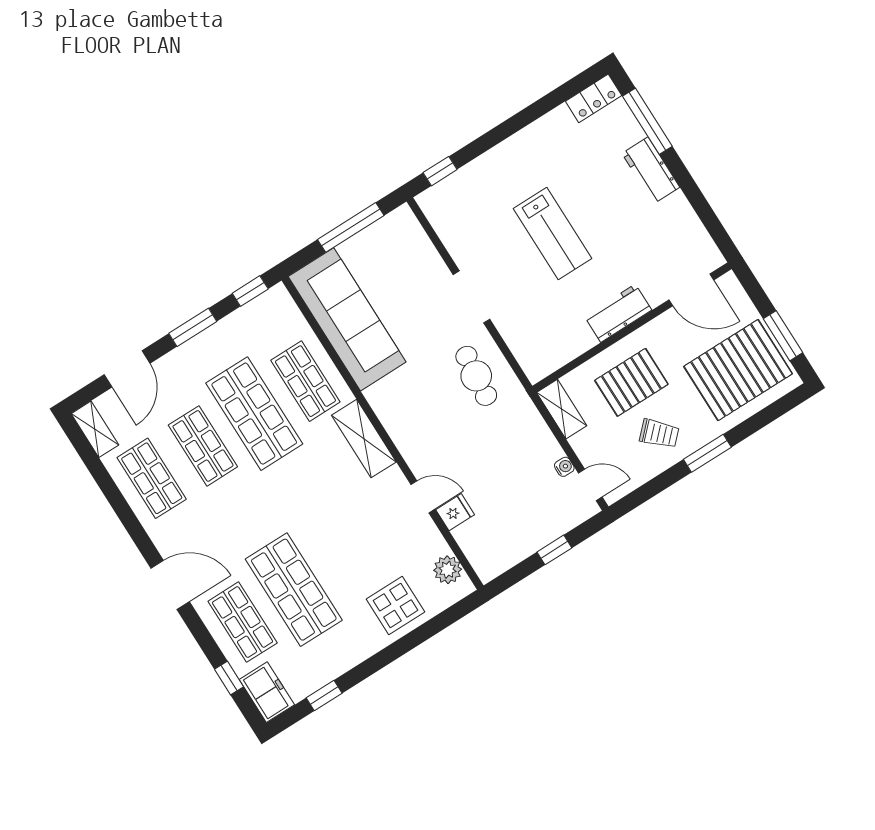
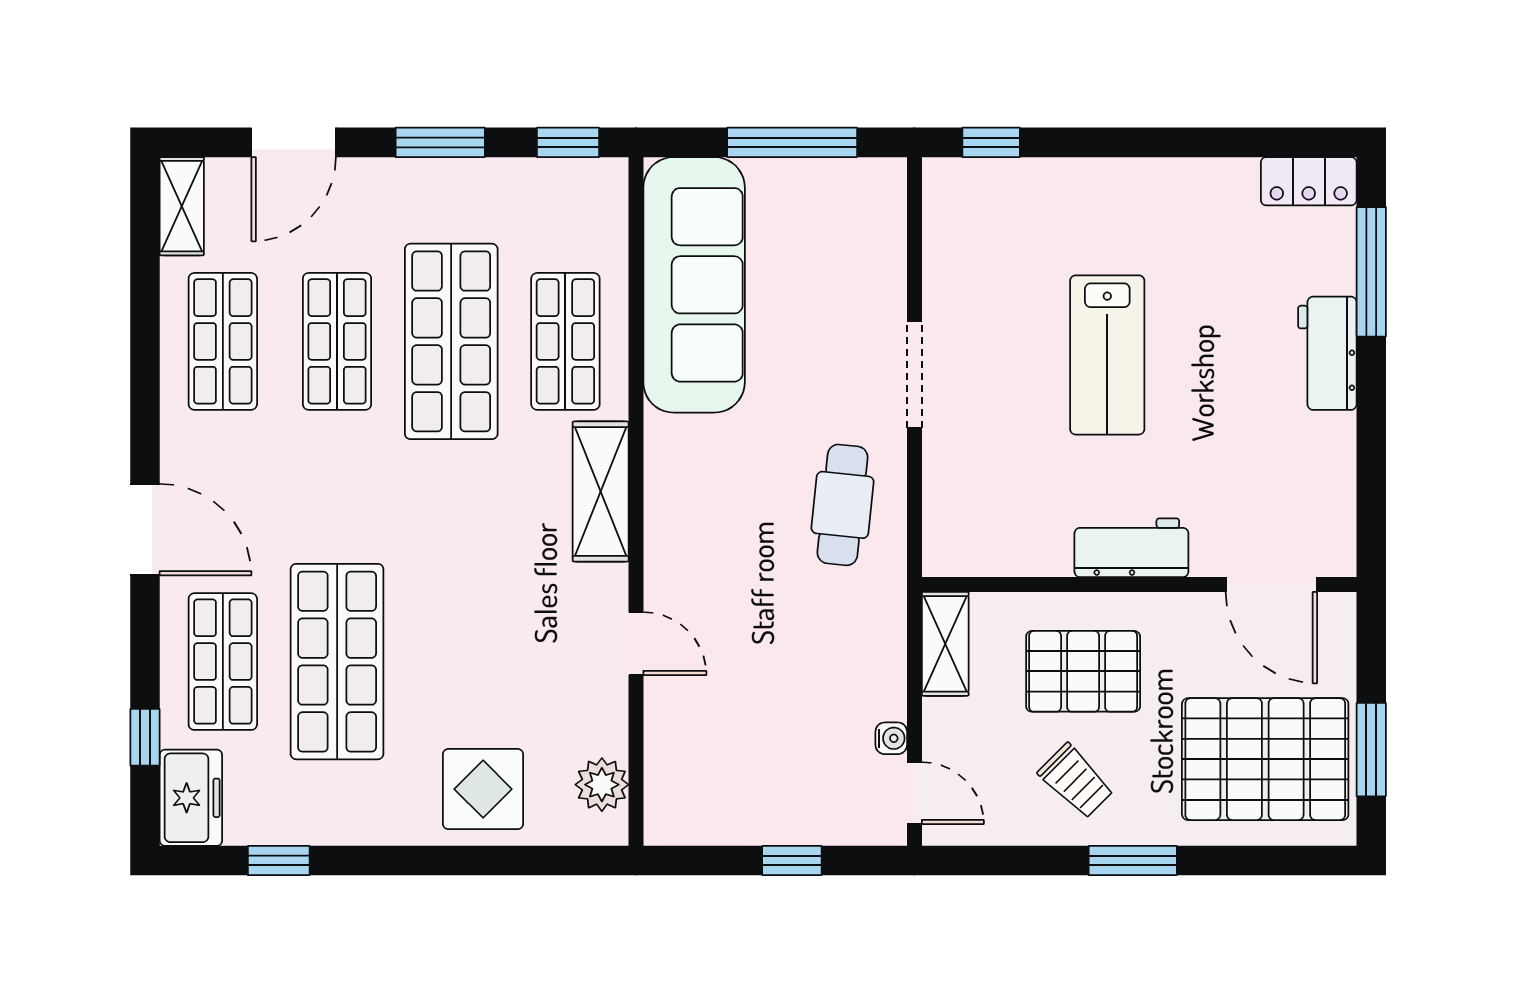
fridge: (455, 512) -> (672, 701), removed

